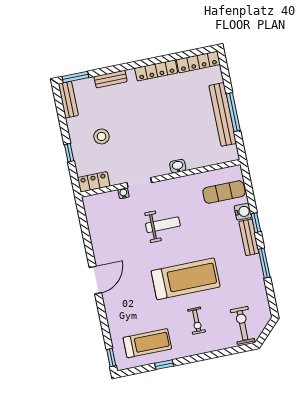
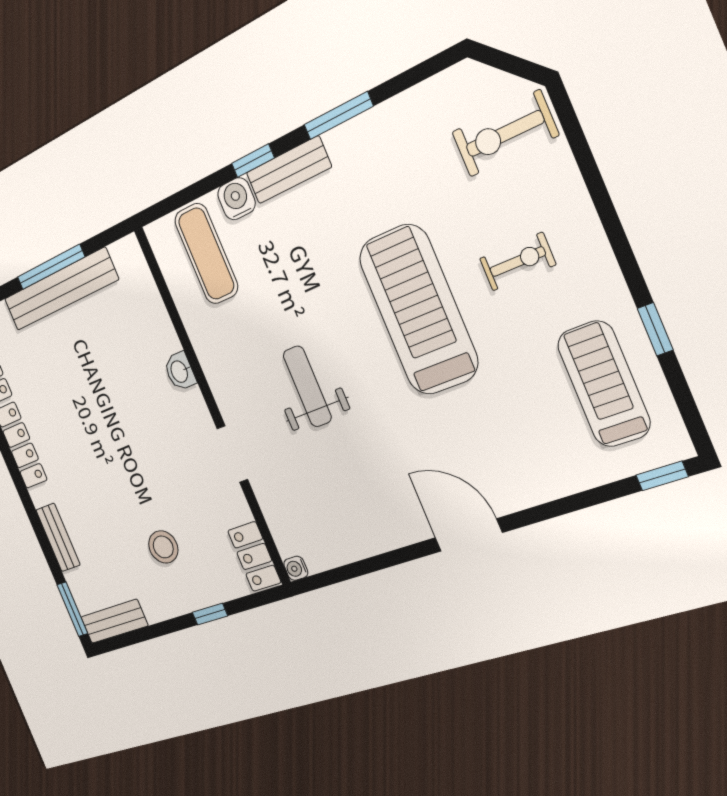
water cooler: (124, 193) -> (296, 568), moved

